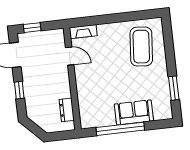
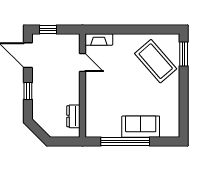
coffee table: (141, 47) -> (156, 61), turned -46
window: (174, 88) -> (184, 54), moved

